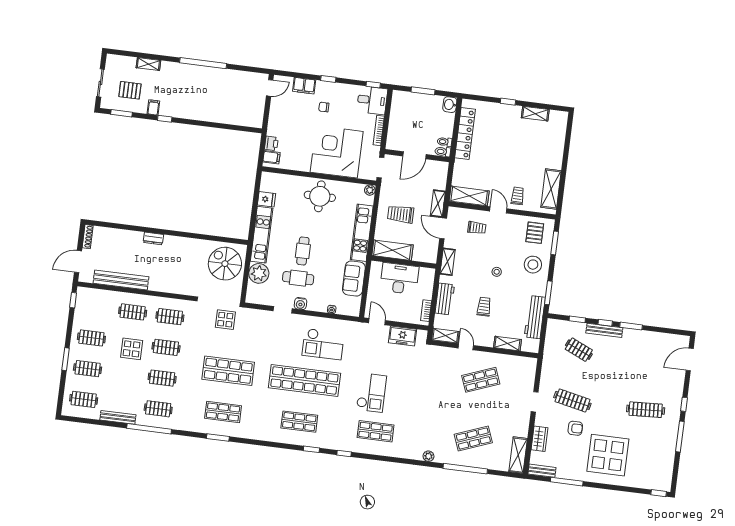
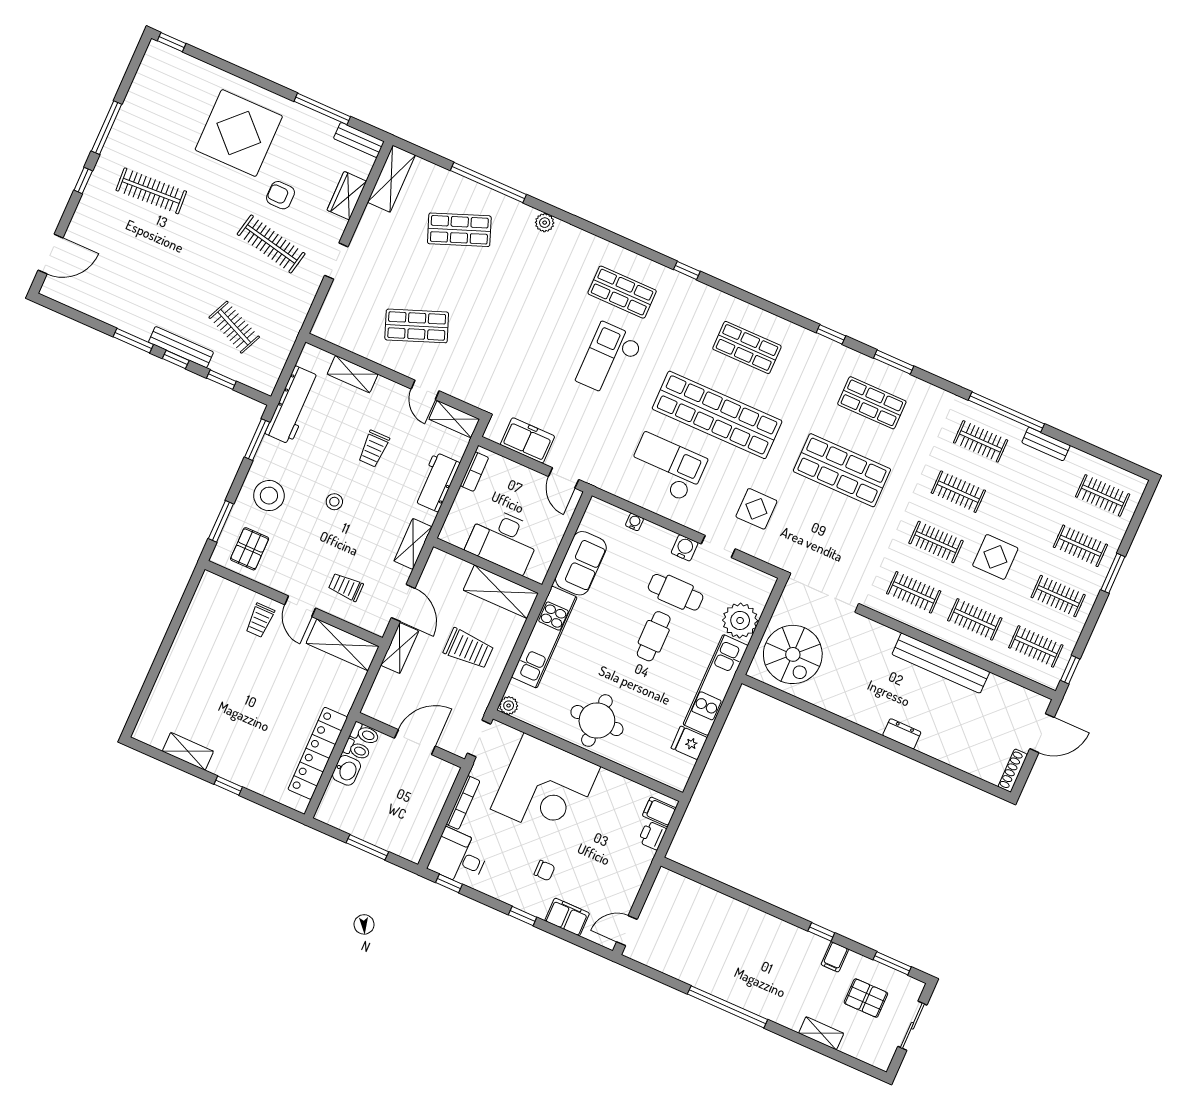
washbasin: (450, 105) -> (346, 770), moved
shelving: (551, 189) -> (199, 615), removed
bench: (121, 280) -> (941, 663), moved
clothes rail: (95, 307) -> (1036, 646), added
display table: (225, 320) -> (756, 509), moved
bench: (118, 417) -> (1046, 444), width x0.73
window: (311, 449) -> (831, 334), moved

